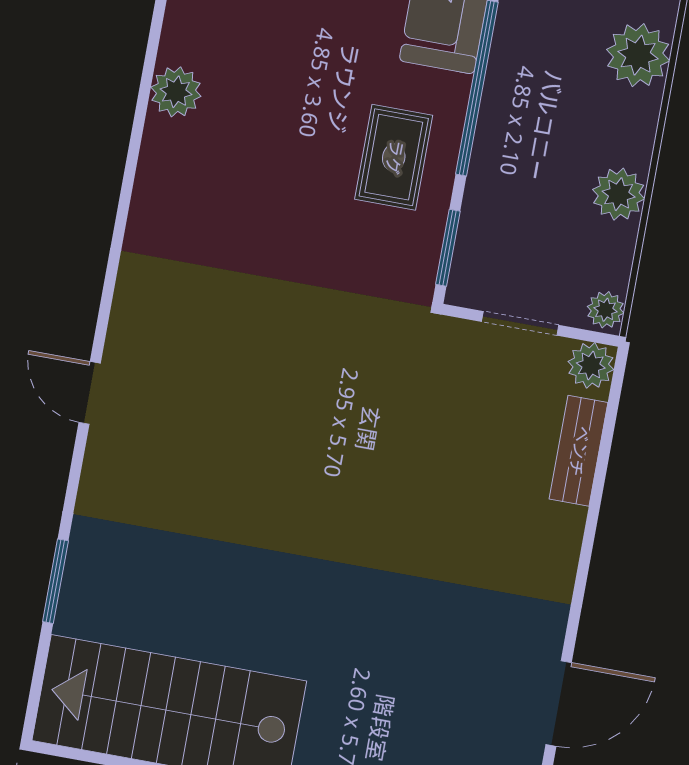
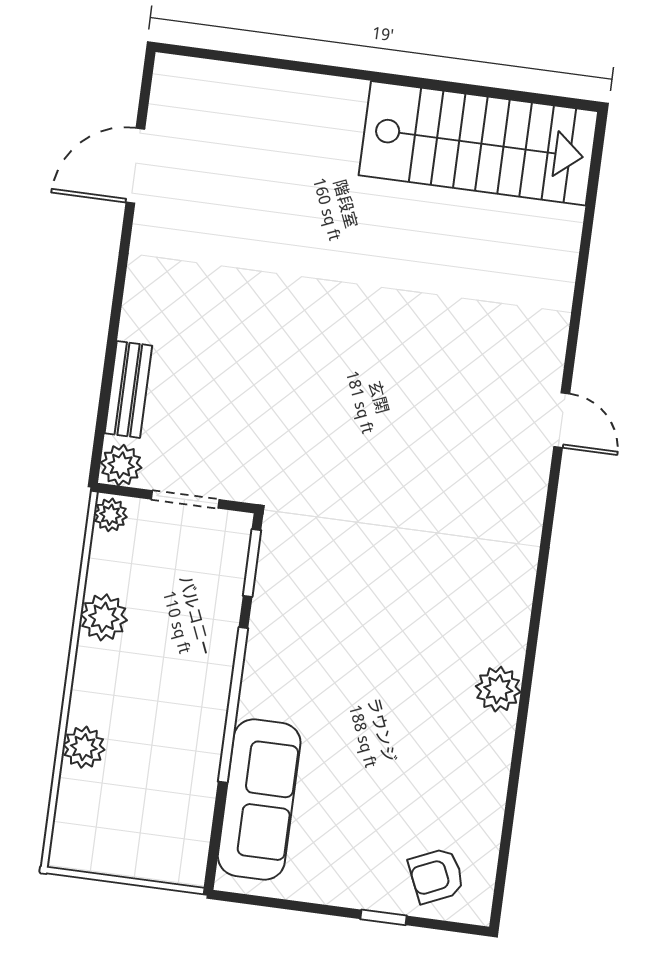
plant: (638, 55) -> (84, 747), width x0.73, depth x0.73
rug: (394, 157) -> (304, 640), removed
window: (55, 581) -> (584, 253), removed

